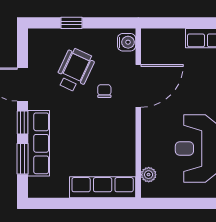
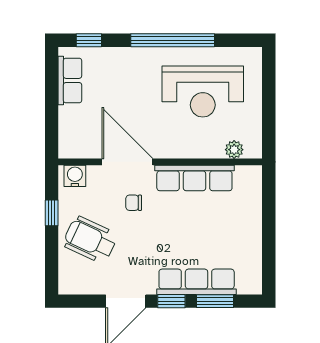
window: (72, 23) -> (52, 213), moved
wheelchair: (75, 70) -> (90, 240), moved
row of seats: (103, 187) -> (194, 178), moved, turned -90

